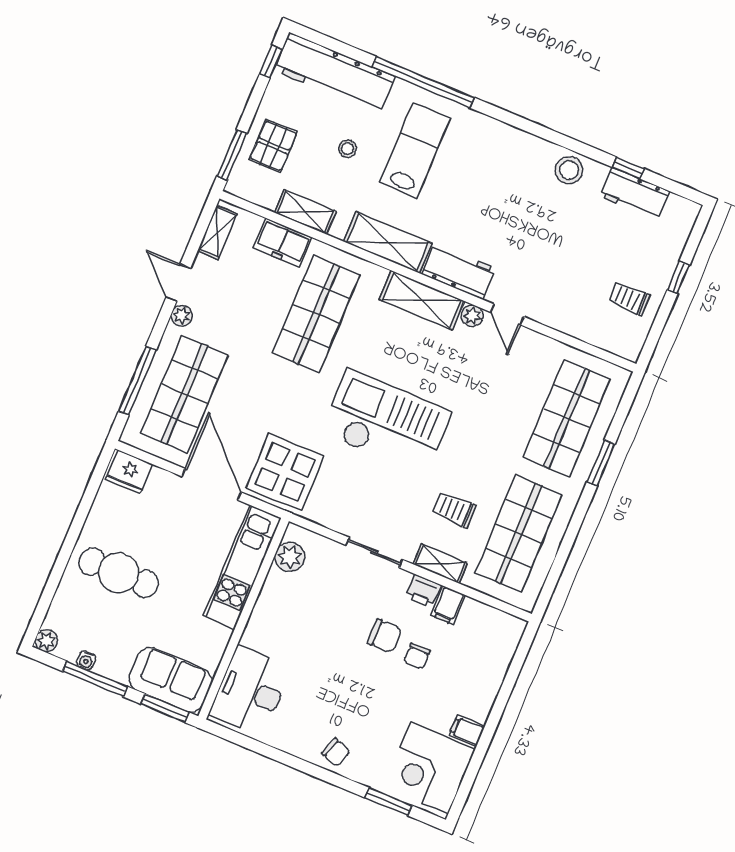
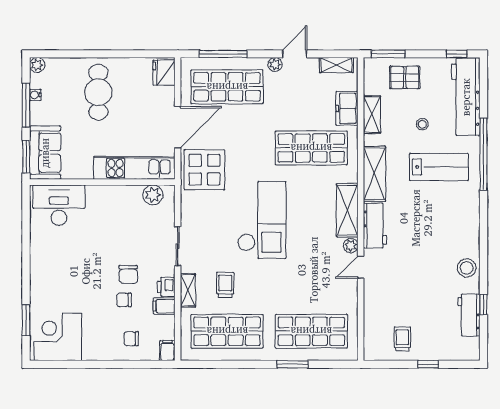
filing cabinet: (467, 731) -> (167, 351), moved
chair: (336, 752) -> (131, 339), moved, turned 71

